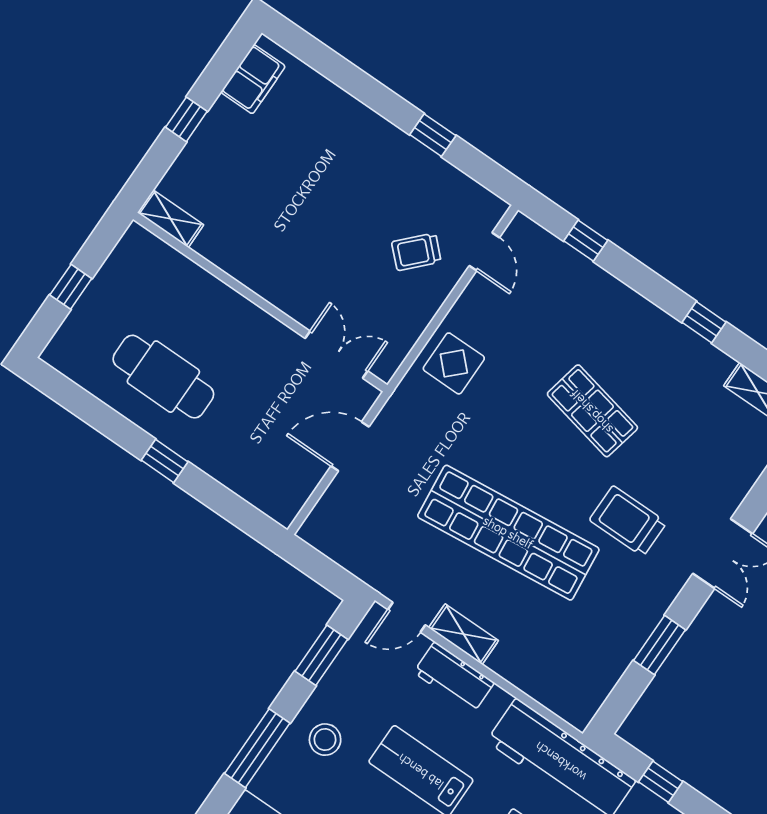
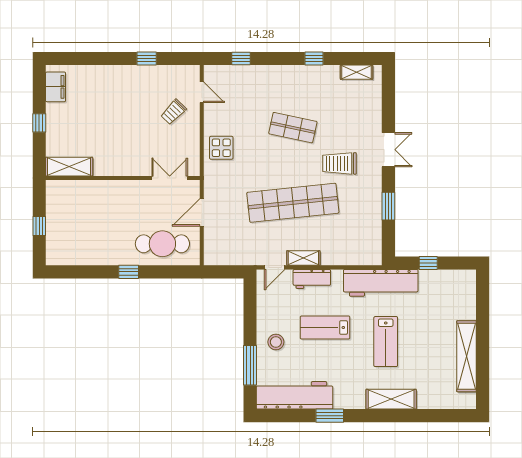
shelving: (171, 219) -> (69, 167), width x1.50, depth x1.33
cafe table: (163, 377) -> (162, 244), moved
window: (321, 655) -> (250, 308), removed

